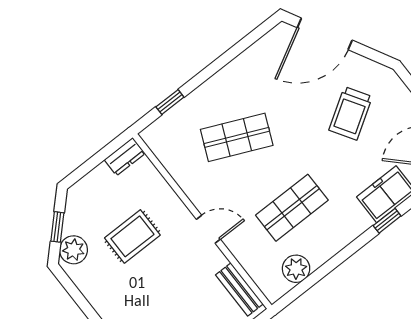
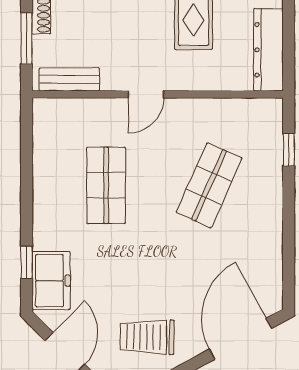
trolley: (351, 113) -> (147, 337), moved, turned -57
dresser: (125, 157) -> (268, 50), width x1.96, depth x1.24
plant: (296, 269) -> (48, 146), removed

